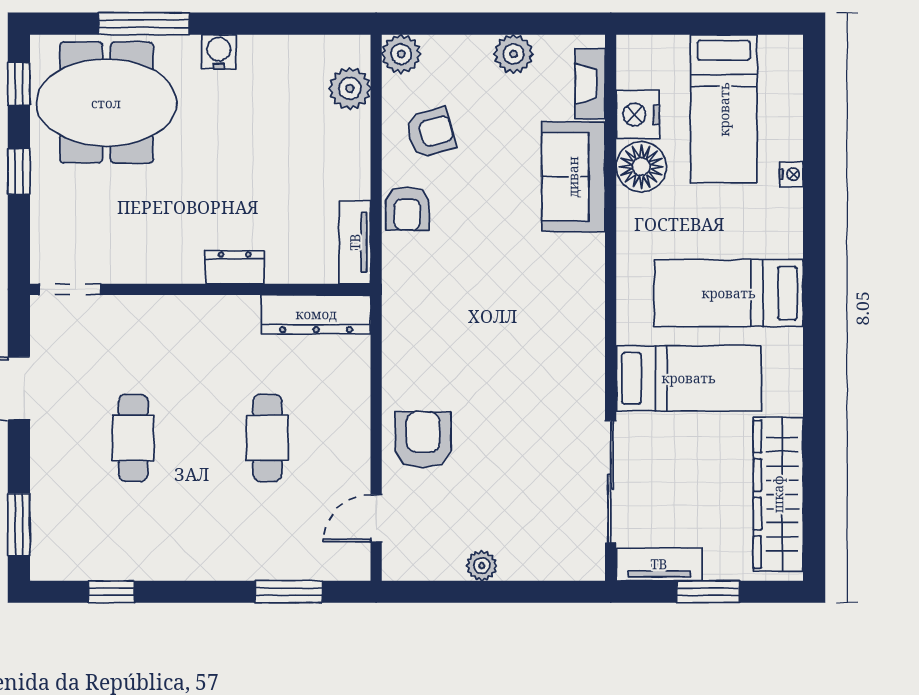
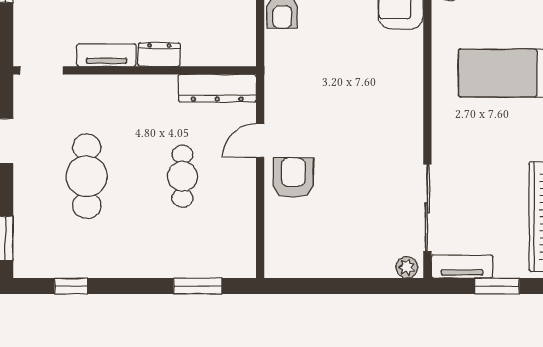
tv unit: (355, 242) -> (107, 55), moved, turned 90
bed: (689, 378) -> (483, 134), removed
cafe table: (133, 438) -> (87, 176), width x1.37, depth x1.35
door: (376, 518) -> (260, 141), moved
plant: (482, 566) -> (407, 267), moved

